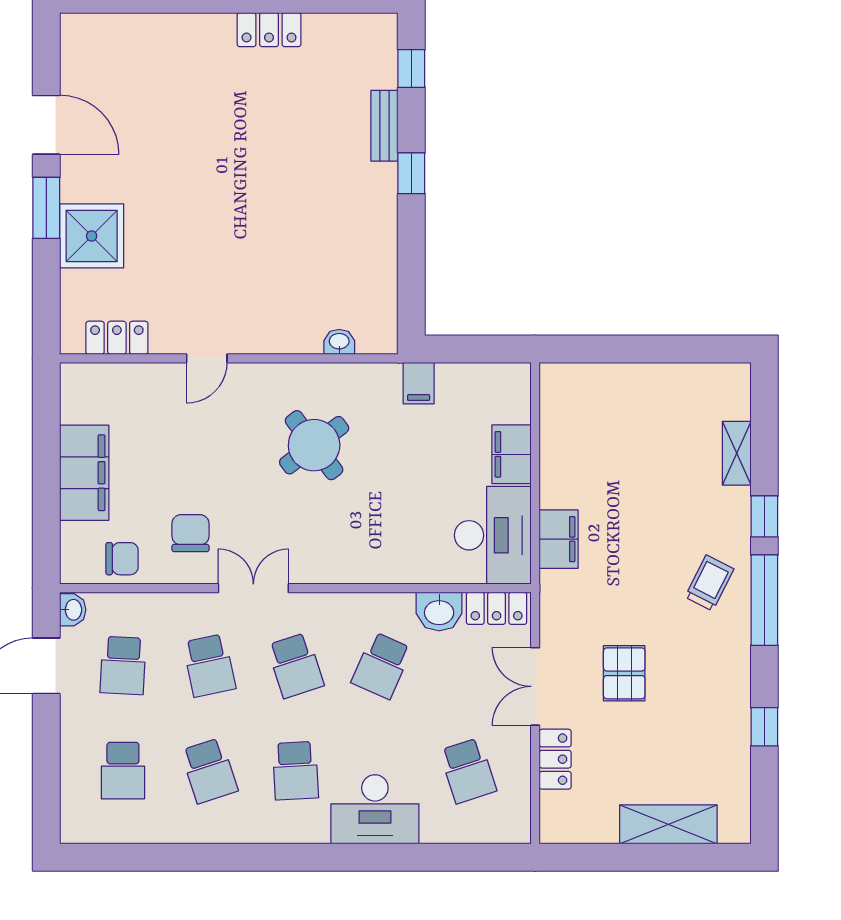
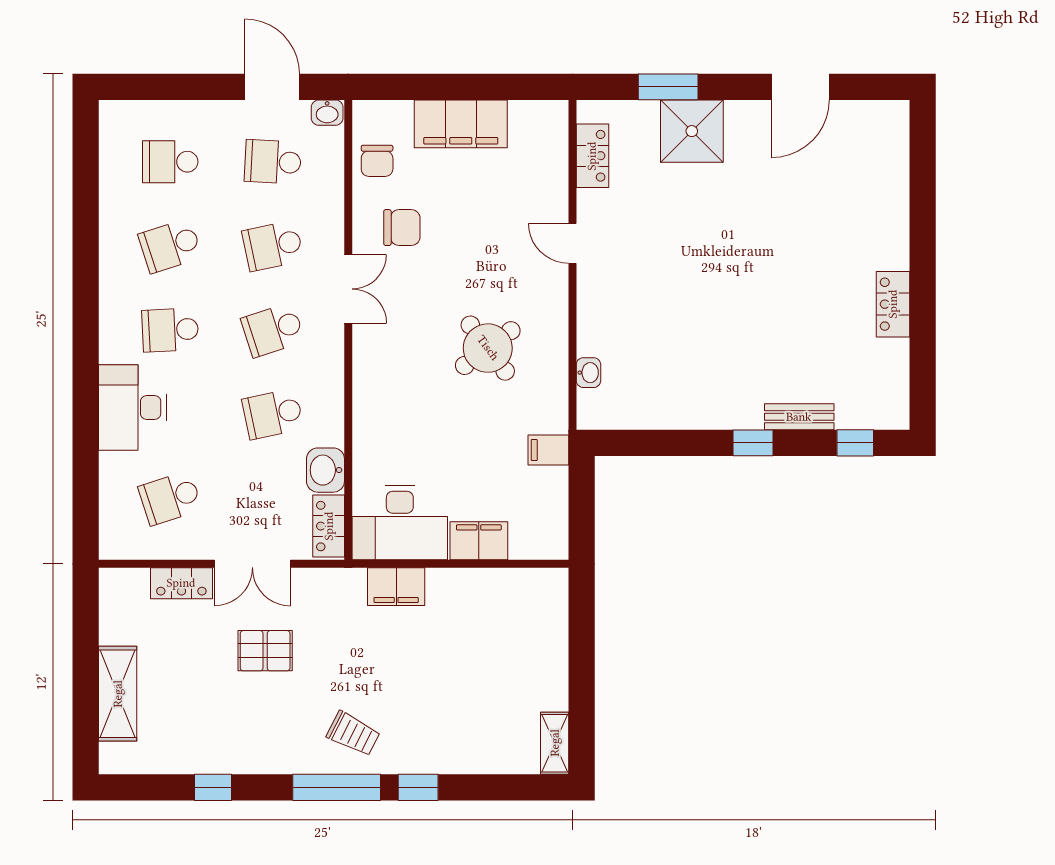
window: (46, 208) -> (668, 87), moved
shelving: (737, 453) -> (555, 743), moved, turned 90
school desk: (382, 665) -> (273, 414), turned -36
double door: (535, 686) -> (252, 564), swing flipped

